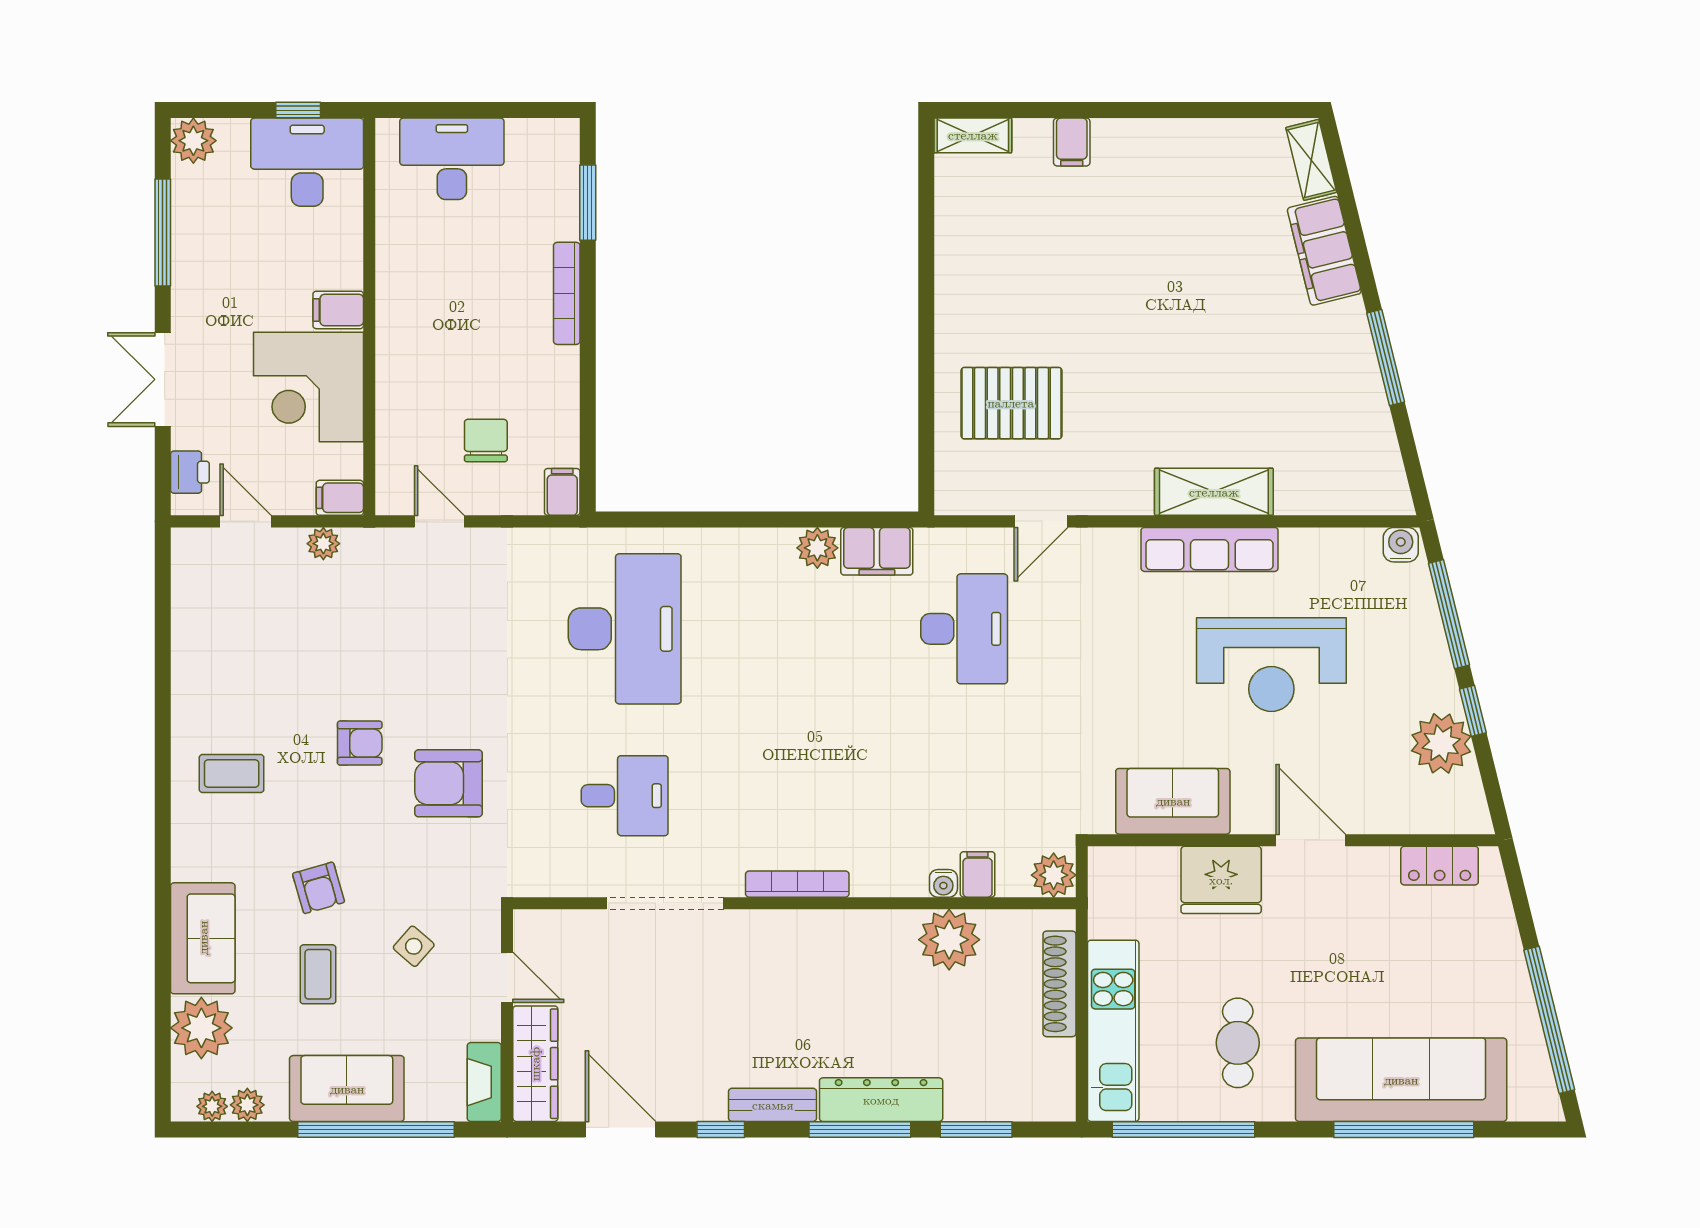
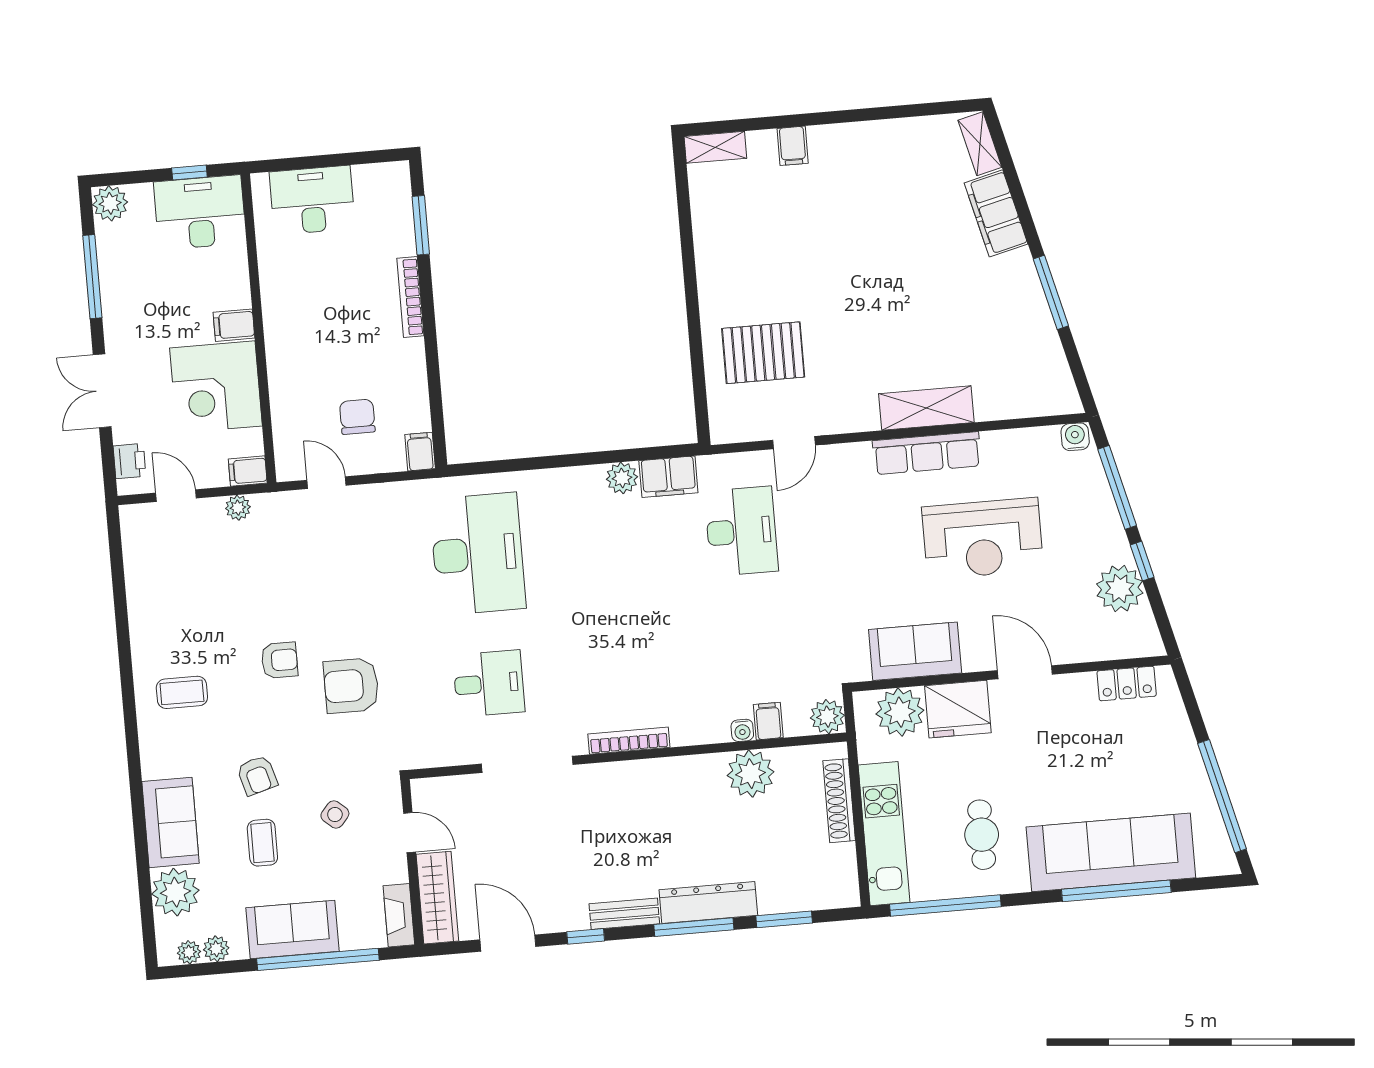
plant: (1147, 877) -> (900, 712), added

